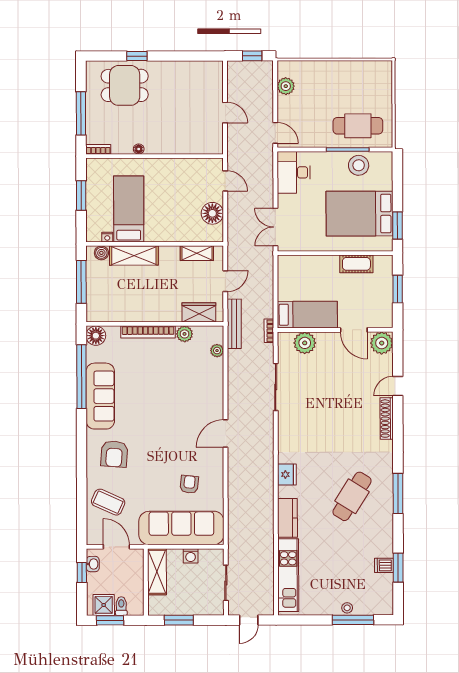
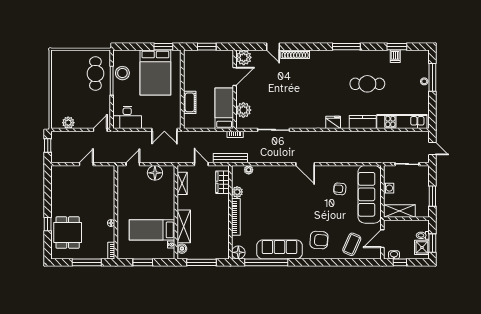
cot: (356, 264) -> (190, 102), moved
cafe table: (352, 496) -> (367, 84), moved, turned -32

